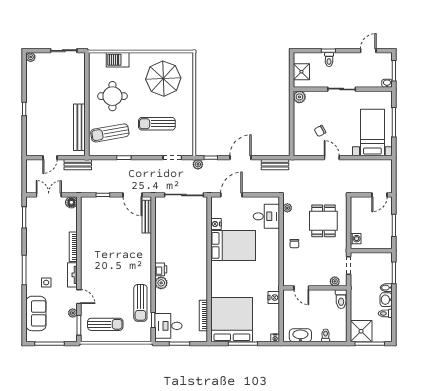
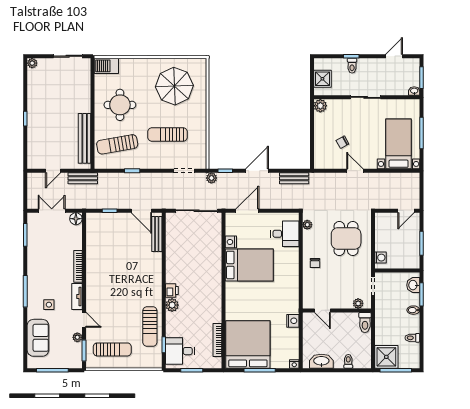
barbecue: (118, 60) -> (106, 66), moved
washbasin: (386, 300) -> (413, 285), moved

